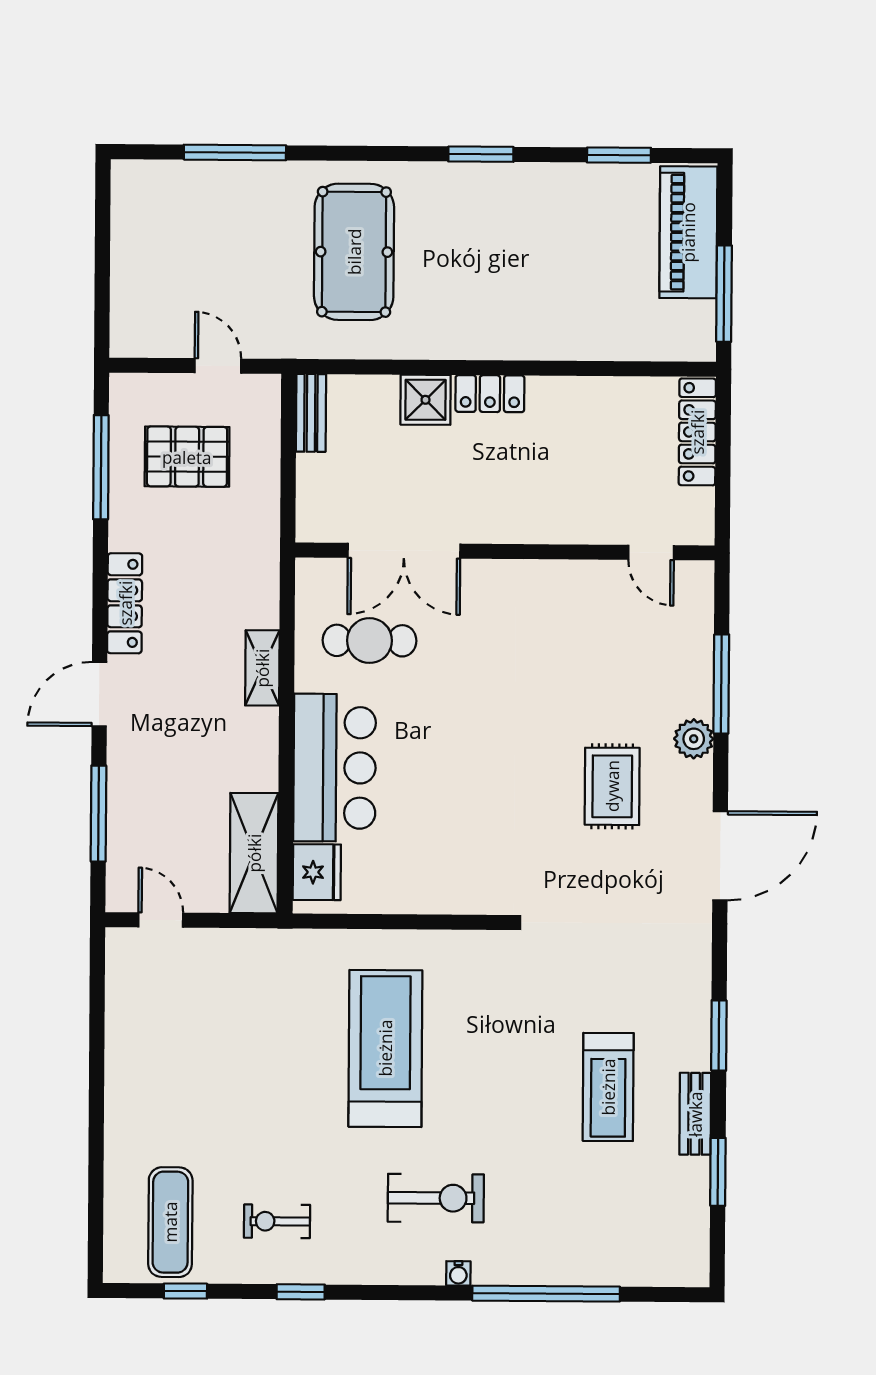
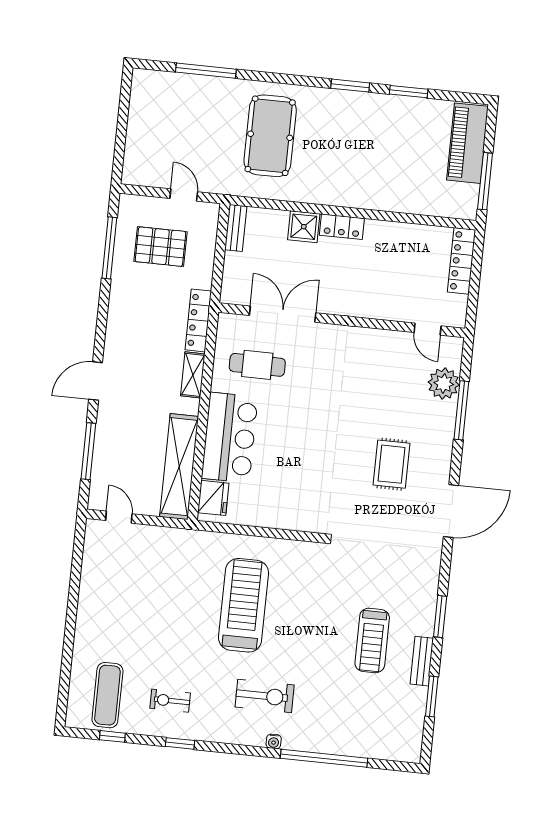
window: (619, 155) -> (409, 92), moved
double door: (404, 551) -> (283, 314), swing flipped
locker: (125, 603) -> (198, 320), moved, turned 180
plant: (694, 739) -> (444, 384), moved, width x1.36, depth x1.36
shelving: (254, 853) -> (179, 467), width x1.47

